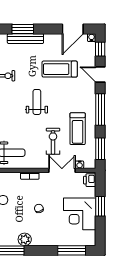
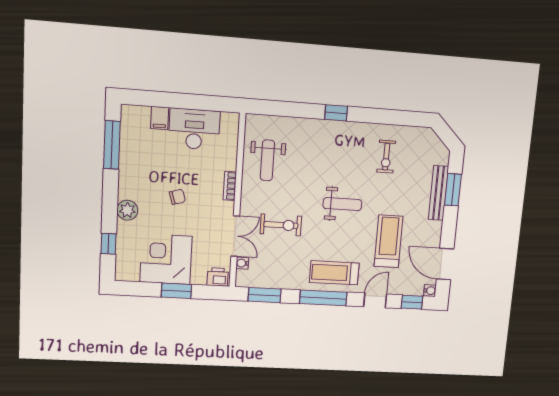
treadmill: (78, 129) -> (334, 273), moved
plant: (25, 239) -> (127, 210), moved
window: (72, 250) -> (109, 244), width x0.46

